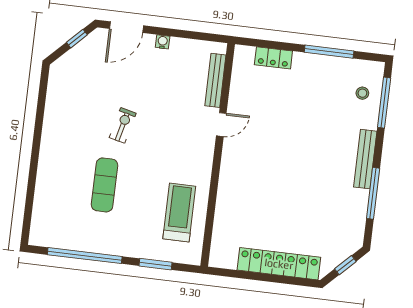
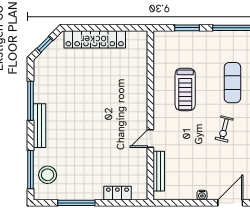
stool: (362, 93) -> (48, 175), width x1.89, depth x1.89
treadmill: (179, 213) -> (185, 89), moved

